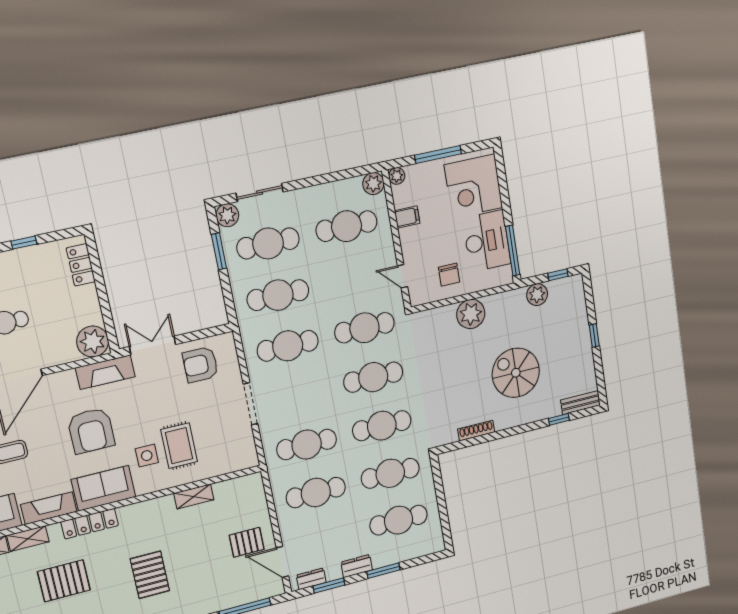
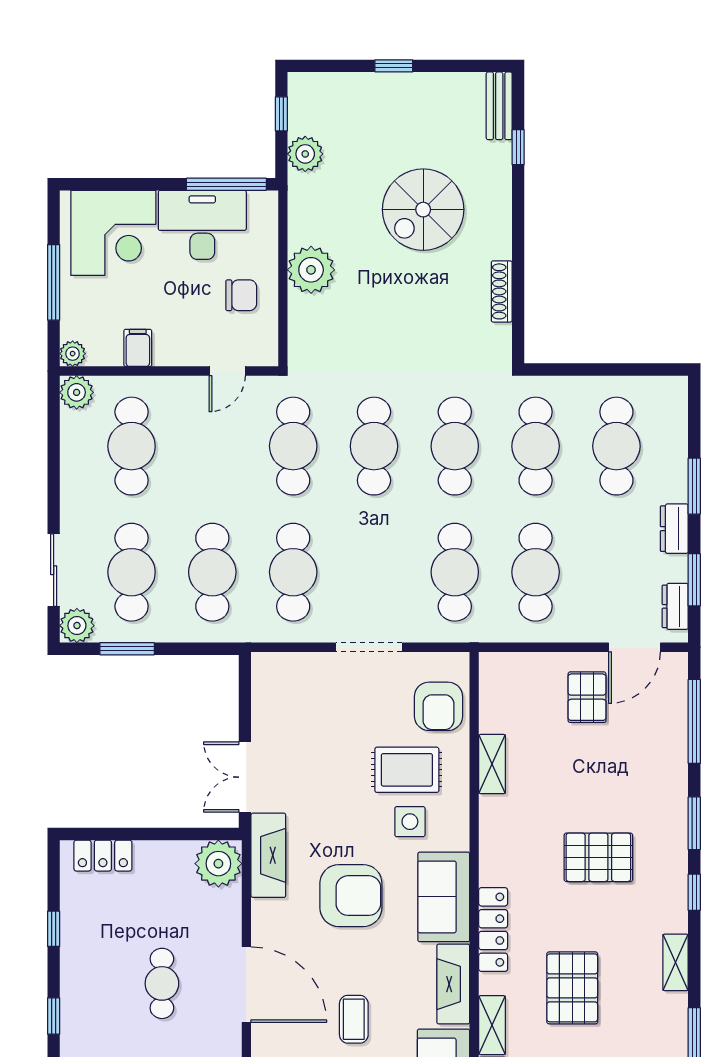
armchair: (200, 365) -> (438, 706), moved

